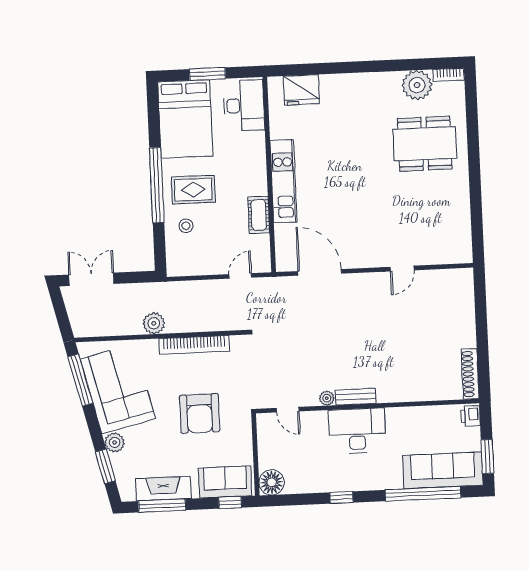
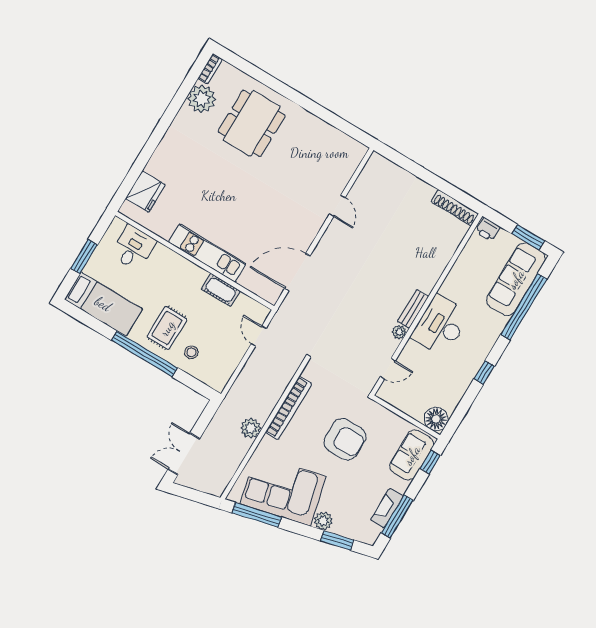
desk: (244, 105) -> (133, 248), width x0.73
bed: (185, 119) -> (103, 304), width x0.67
fireplace: (163, 489) -> (387, 508), width x0.73, depth x0.76

